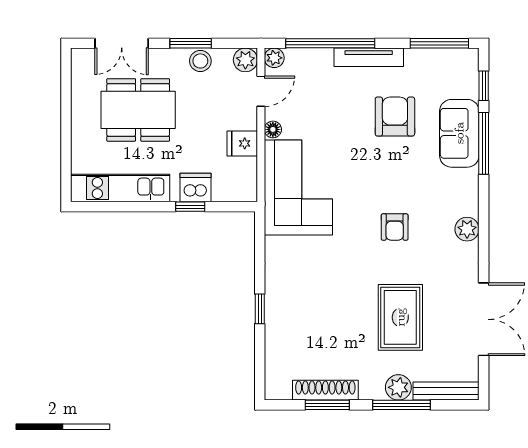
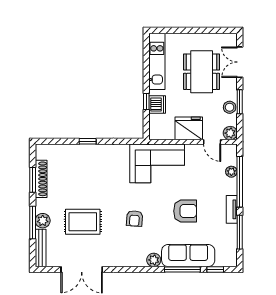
window: (439, 43) -> (240, 232), moved
tv unit: (369, 57) -> (232, 209), width x0.71
plant: (274, 58) -> (231, 172), moved
armchair: (395, 117) -> (185, 211), moved
floor lamp: (273, 129) -> (190, 149), removed
sofa: (459, 133) -> (188, 256), width x1.36
fridge: (242, 143) -> (189, 128), width x1.88, depth x1.34
armchair: (395, 227) -> (134, 219), turned -86
plant: (467, 229) -> (154, 260), moved

